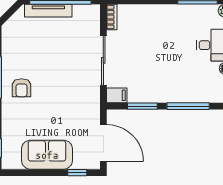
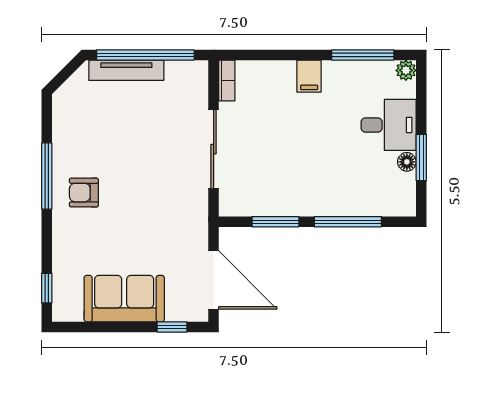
armchair: (22, 88) -> (84, 193), turned 90
filing cabinet: (117, 95) -> (309, 76), moved, turned 90

